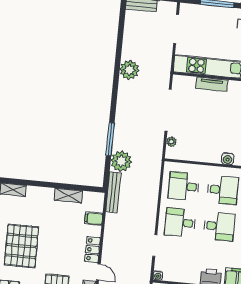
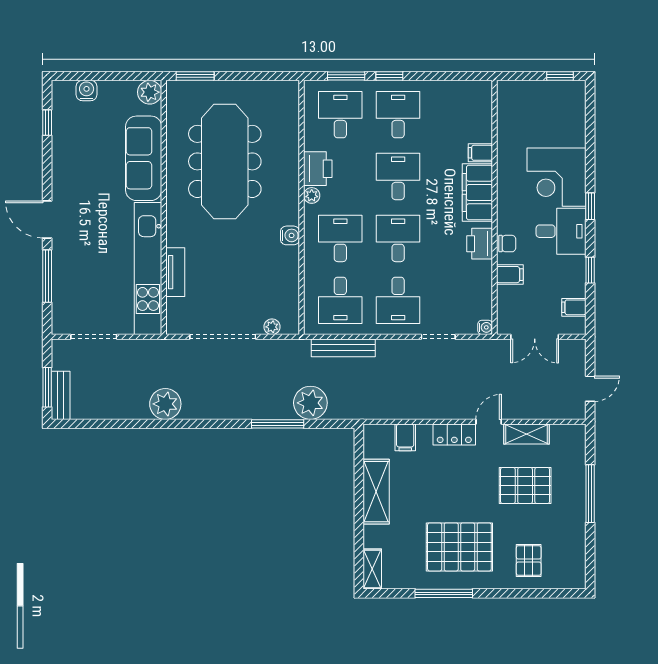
bench: (113, 192) -> (343, 348), moved
shelving: (68, 196) -> (376, 492), width x1.50, depth x1.33

